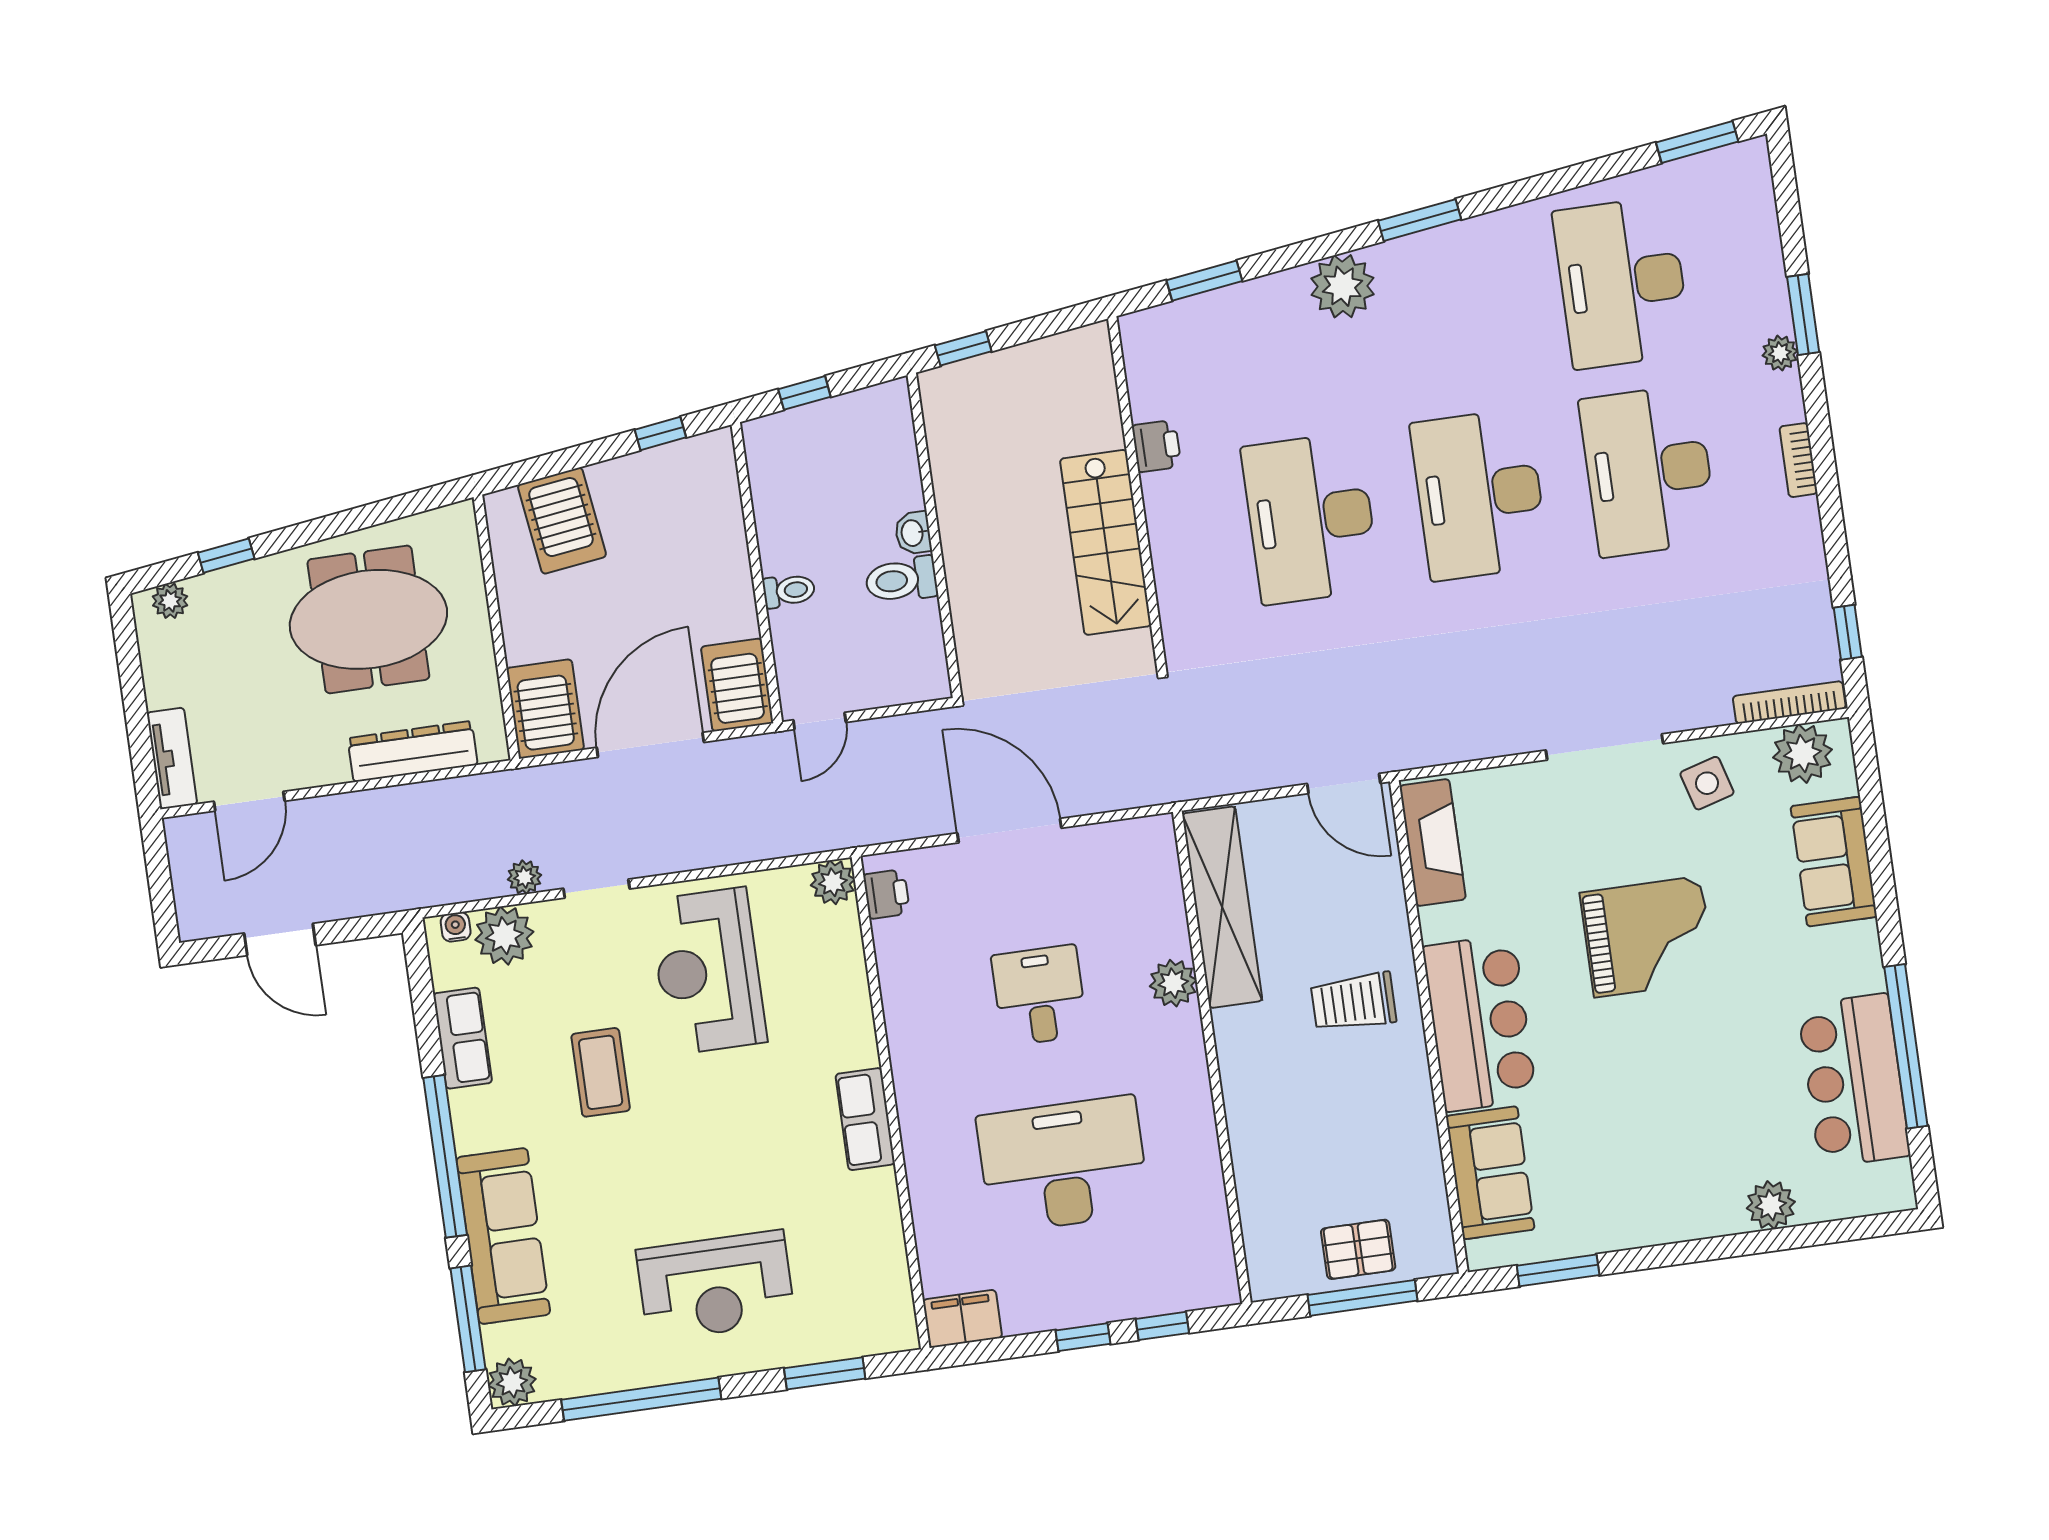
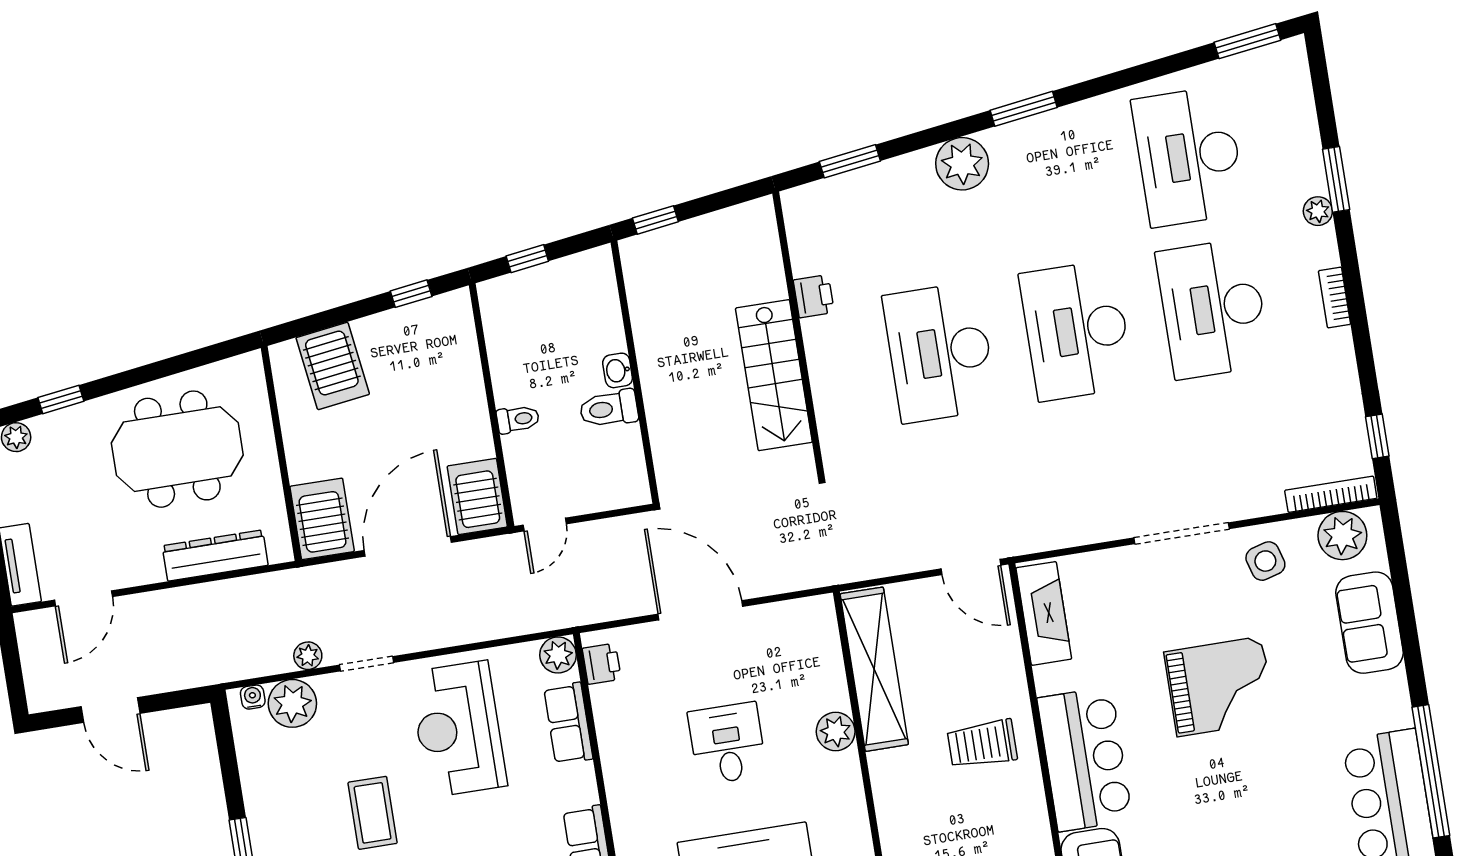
row of seats: (463, 1038) -> (568, 723), moved, turned 180

